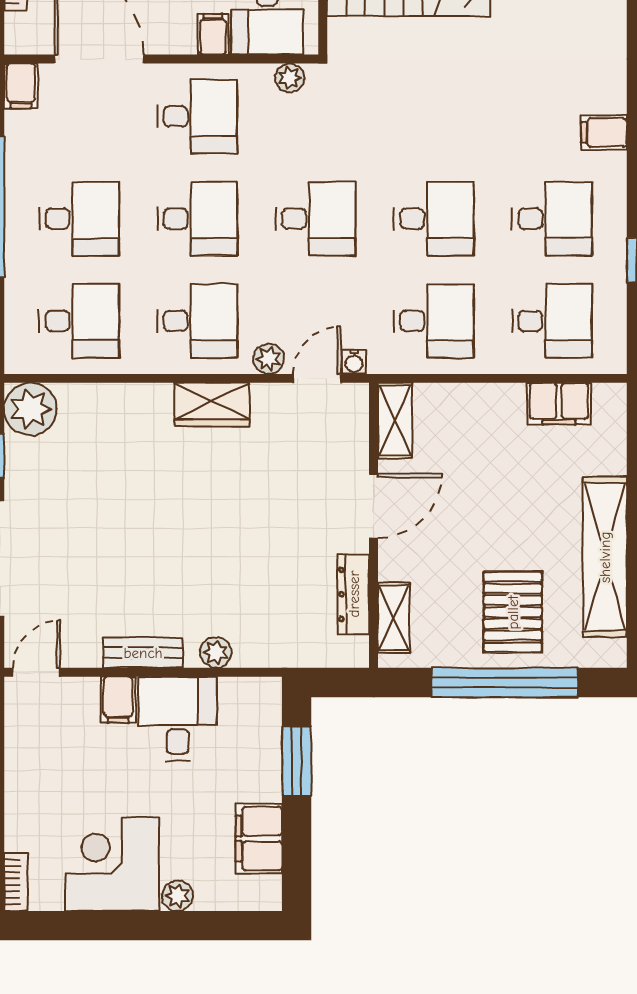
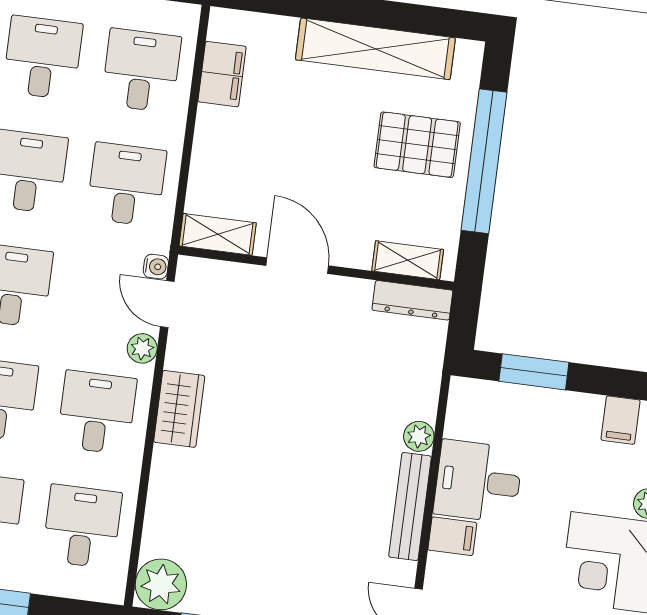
dresser: (354, 594) -> (412, 300), moved
bench: (143, 653) -> (410, 507), width x1.36
filing cabinet: (259, 839) -> (621, 420), width x0.50

